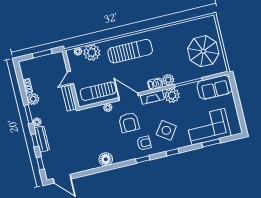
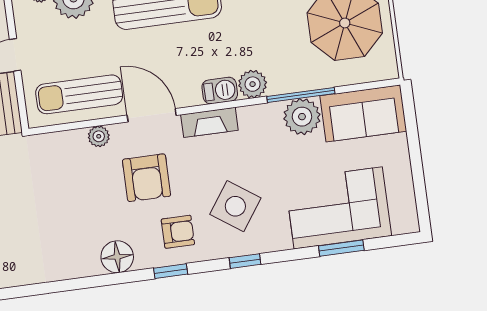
plant: (172, 95) -> (302, 117), moved
floor lamp: (106, 159) -> (117, 257), moved

